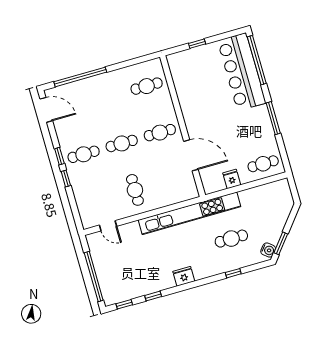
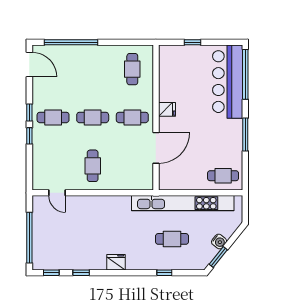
cafe table: (147, 86) -> (132, 69), turned 90
door: (191, 155) -> (156, 148), hinge flipped
fridge: (232, 179) -> (167, 109), moved, turned 90
kitchen unit: (190, 213) -> (183, 203), moved
water cooler: (268, 250) -> (219, 242), moved

